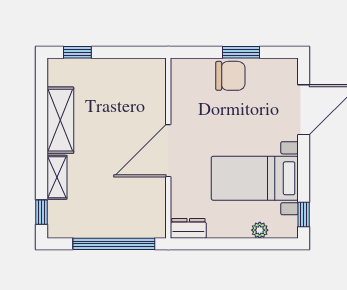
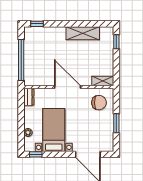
chair: (230, 76) -> (99, 103), moved, turned -90
shelving: (57, 177) -> (103, 81), moved

